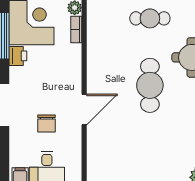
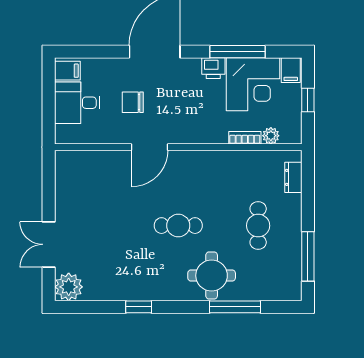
cafe table: (150, 85) -> (178, 226), width x0.73, depth x0.74
door: (84, 109) -> (150, 147), hinge flipped

